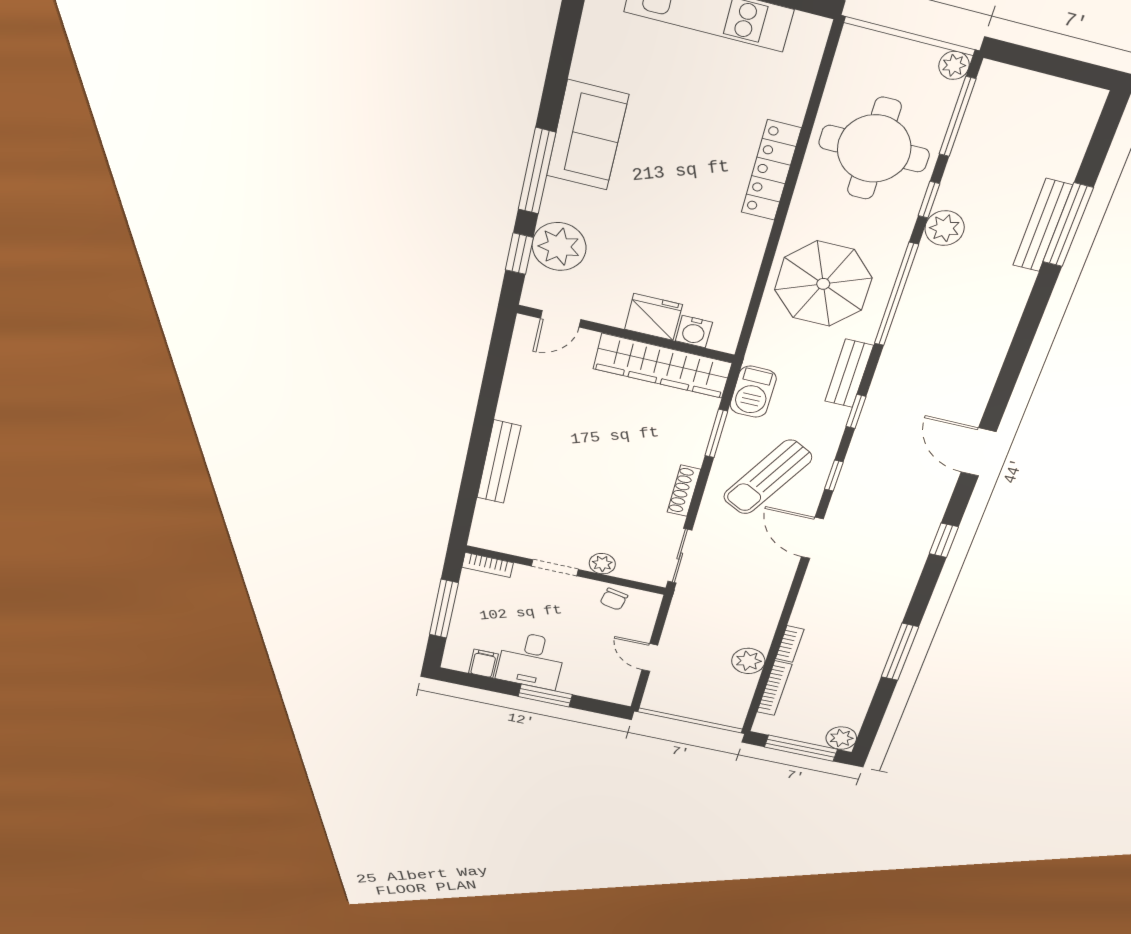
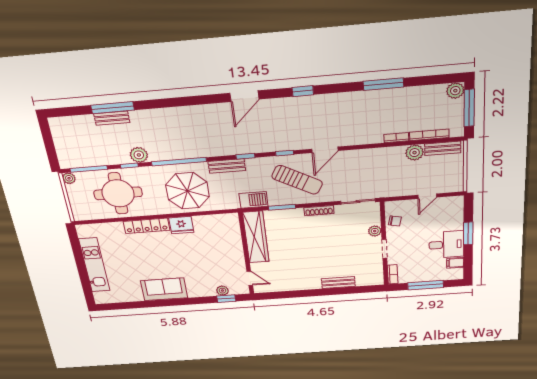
window: (537, 171) -> (187, 301), removed
bench: (1043, 225) -> (112, 118), width x0.73
plant: (559, 247) -> (222, 291), width x0.53, depth x0.53
fridge: (654, 317) -> (181, 225), moved, turned -90
water cooler: (694, 332) -> (233, 231), removed
bench: (499, 462) -> (338, 282), width x0.73
bench: (740, 699) -> (443, 148), added

